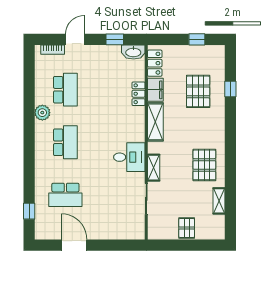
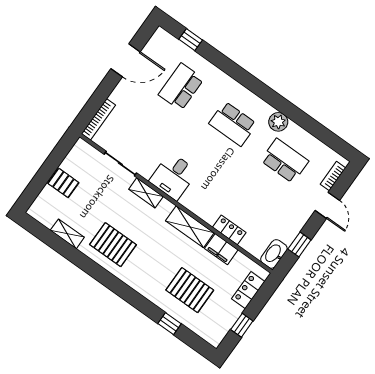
locker: (155, 63) -> (248, 290), moved, turned 90
school desk: (65, 90) -> (285, 161), turned 180
bookcase: (127, 235) -> (98, 119), added

